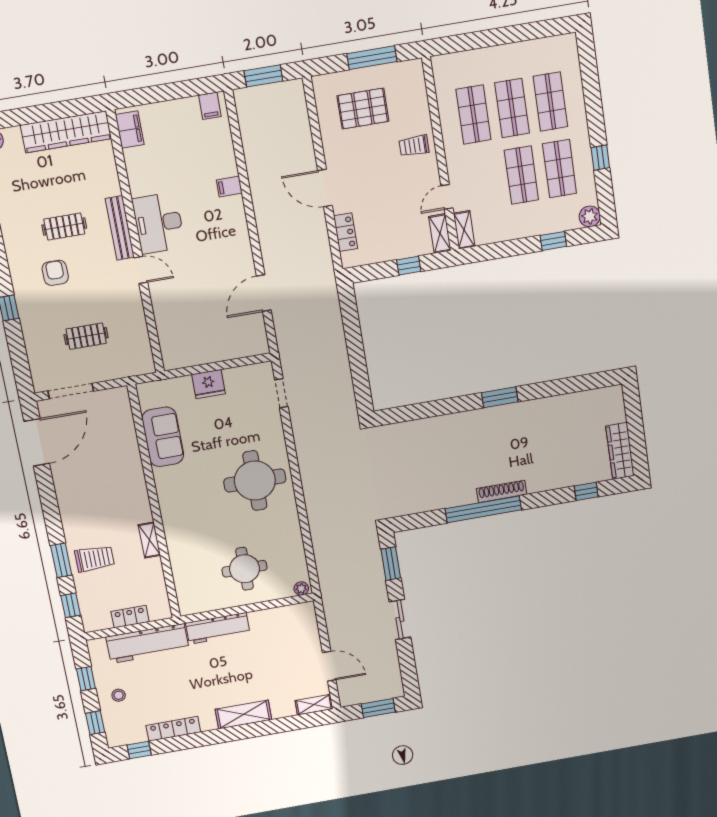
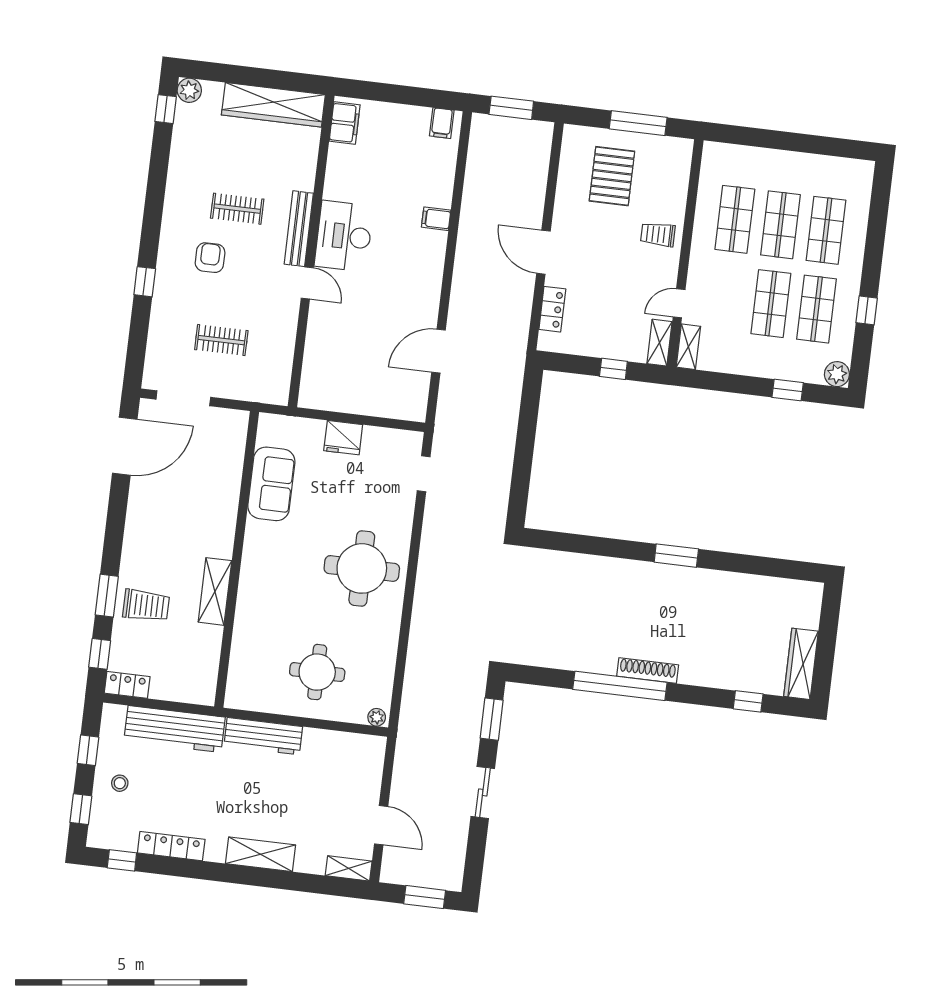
pallet: (363, 109) -> (612, 176), turned 90
shelving: (149, 540) -> (215, 591), width x1.50, depth x1.33
locker: (130, 617) -> (127, 685), moved

